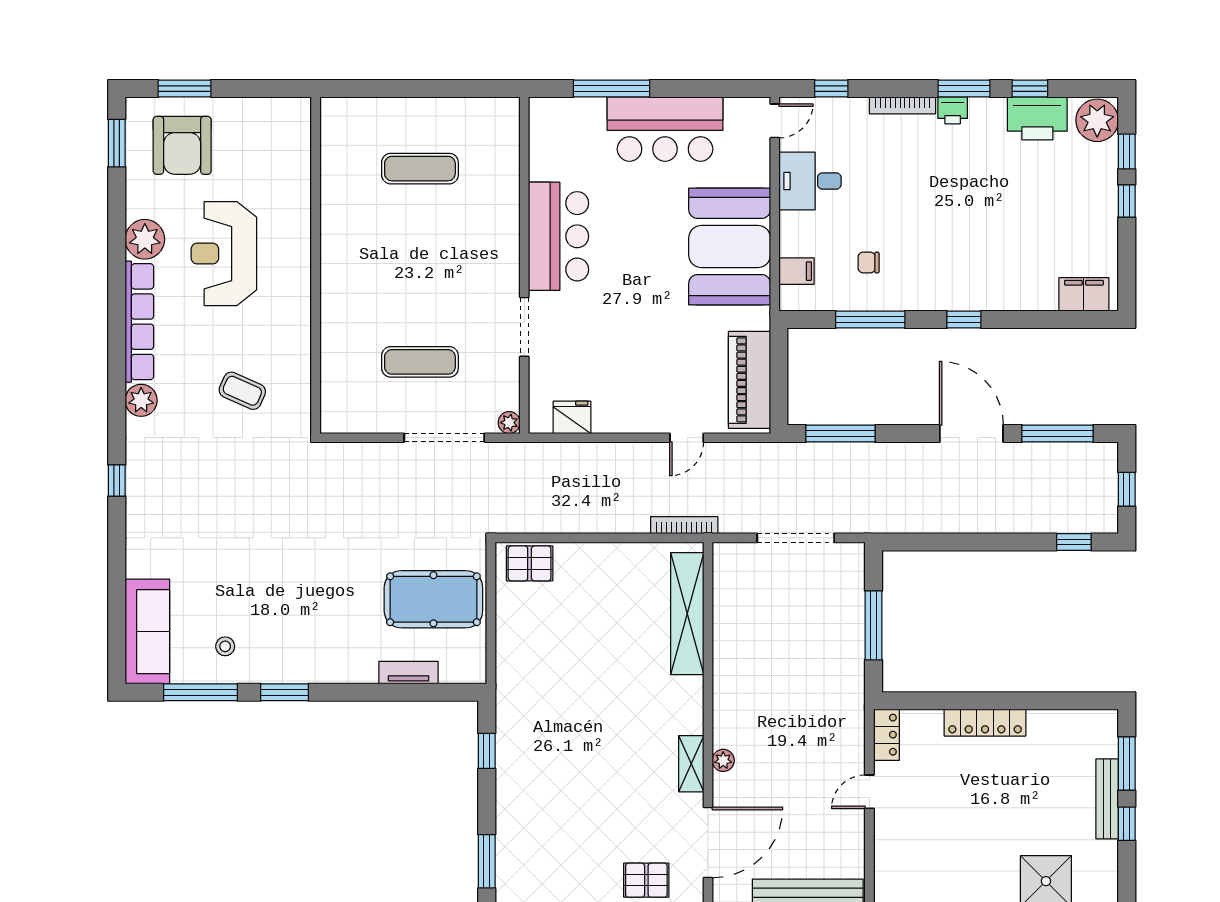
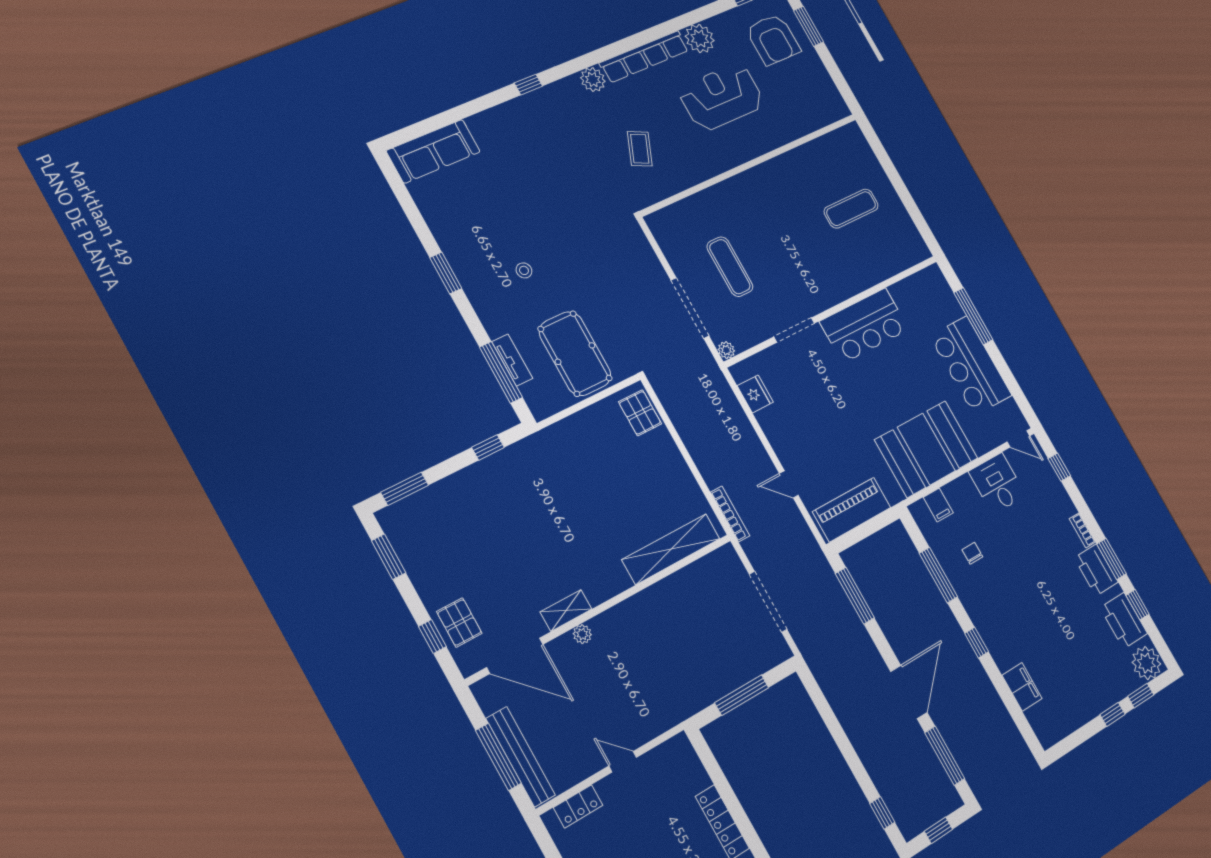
bookcase: (902, 105) -> (1082, 530), width x0.64
printer: (953, 110) -> (1096, 570), width x1.87, depth x1.48
armchair: (182, 145) -> (773, 39), turned -90
exercise mat: (420, 169) -> (851, 209), turned 90
filing cabinet: (1084, 294) -> (1022, 687), moved
stool: (225, 646) -> (524, 270), moved
window: (200, 692) -> (501, 372), moved
locker: (886, 735) -> (578, 806), moved

